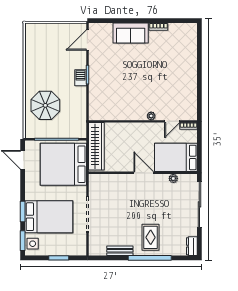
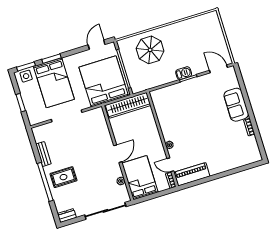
piano: (189, 102) -> (192, 174), added

